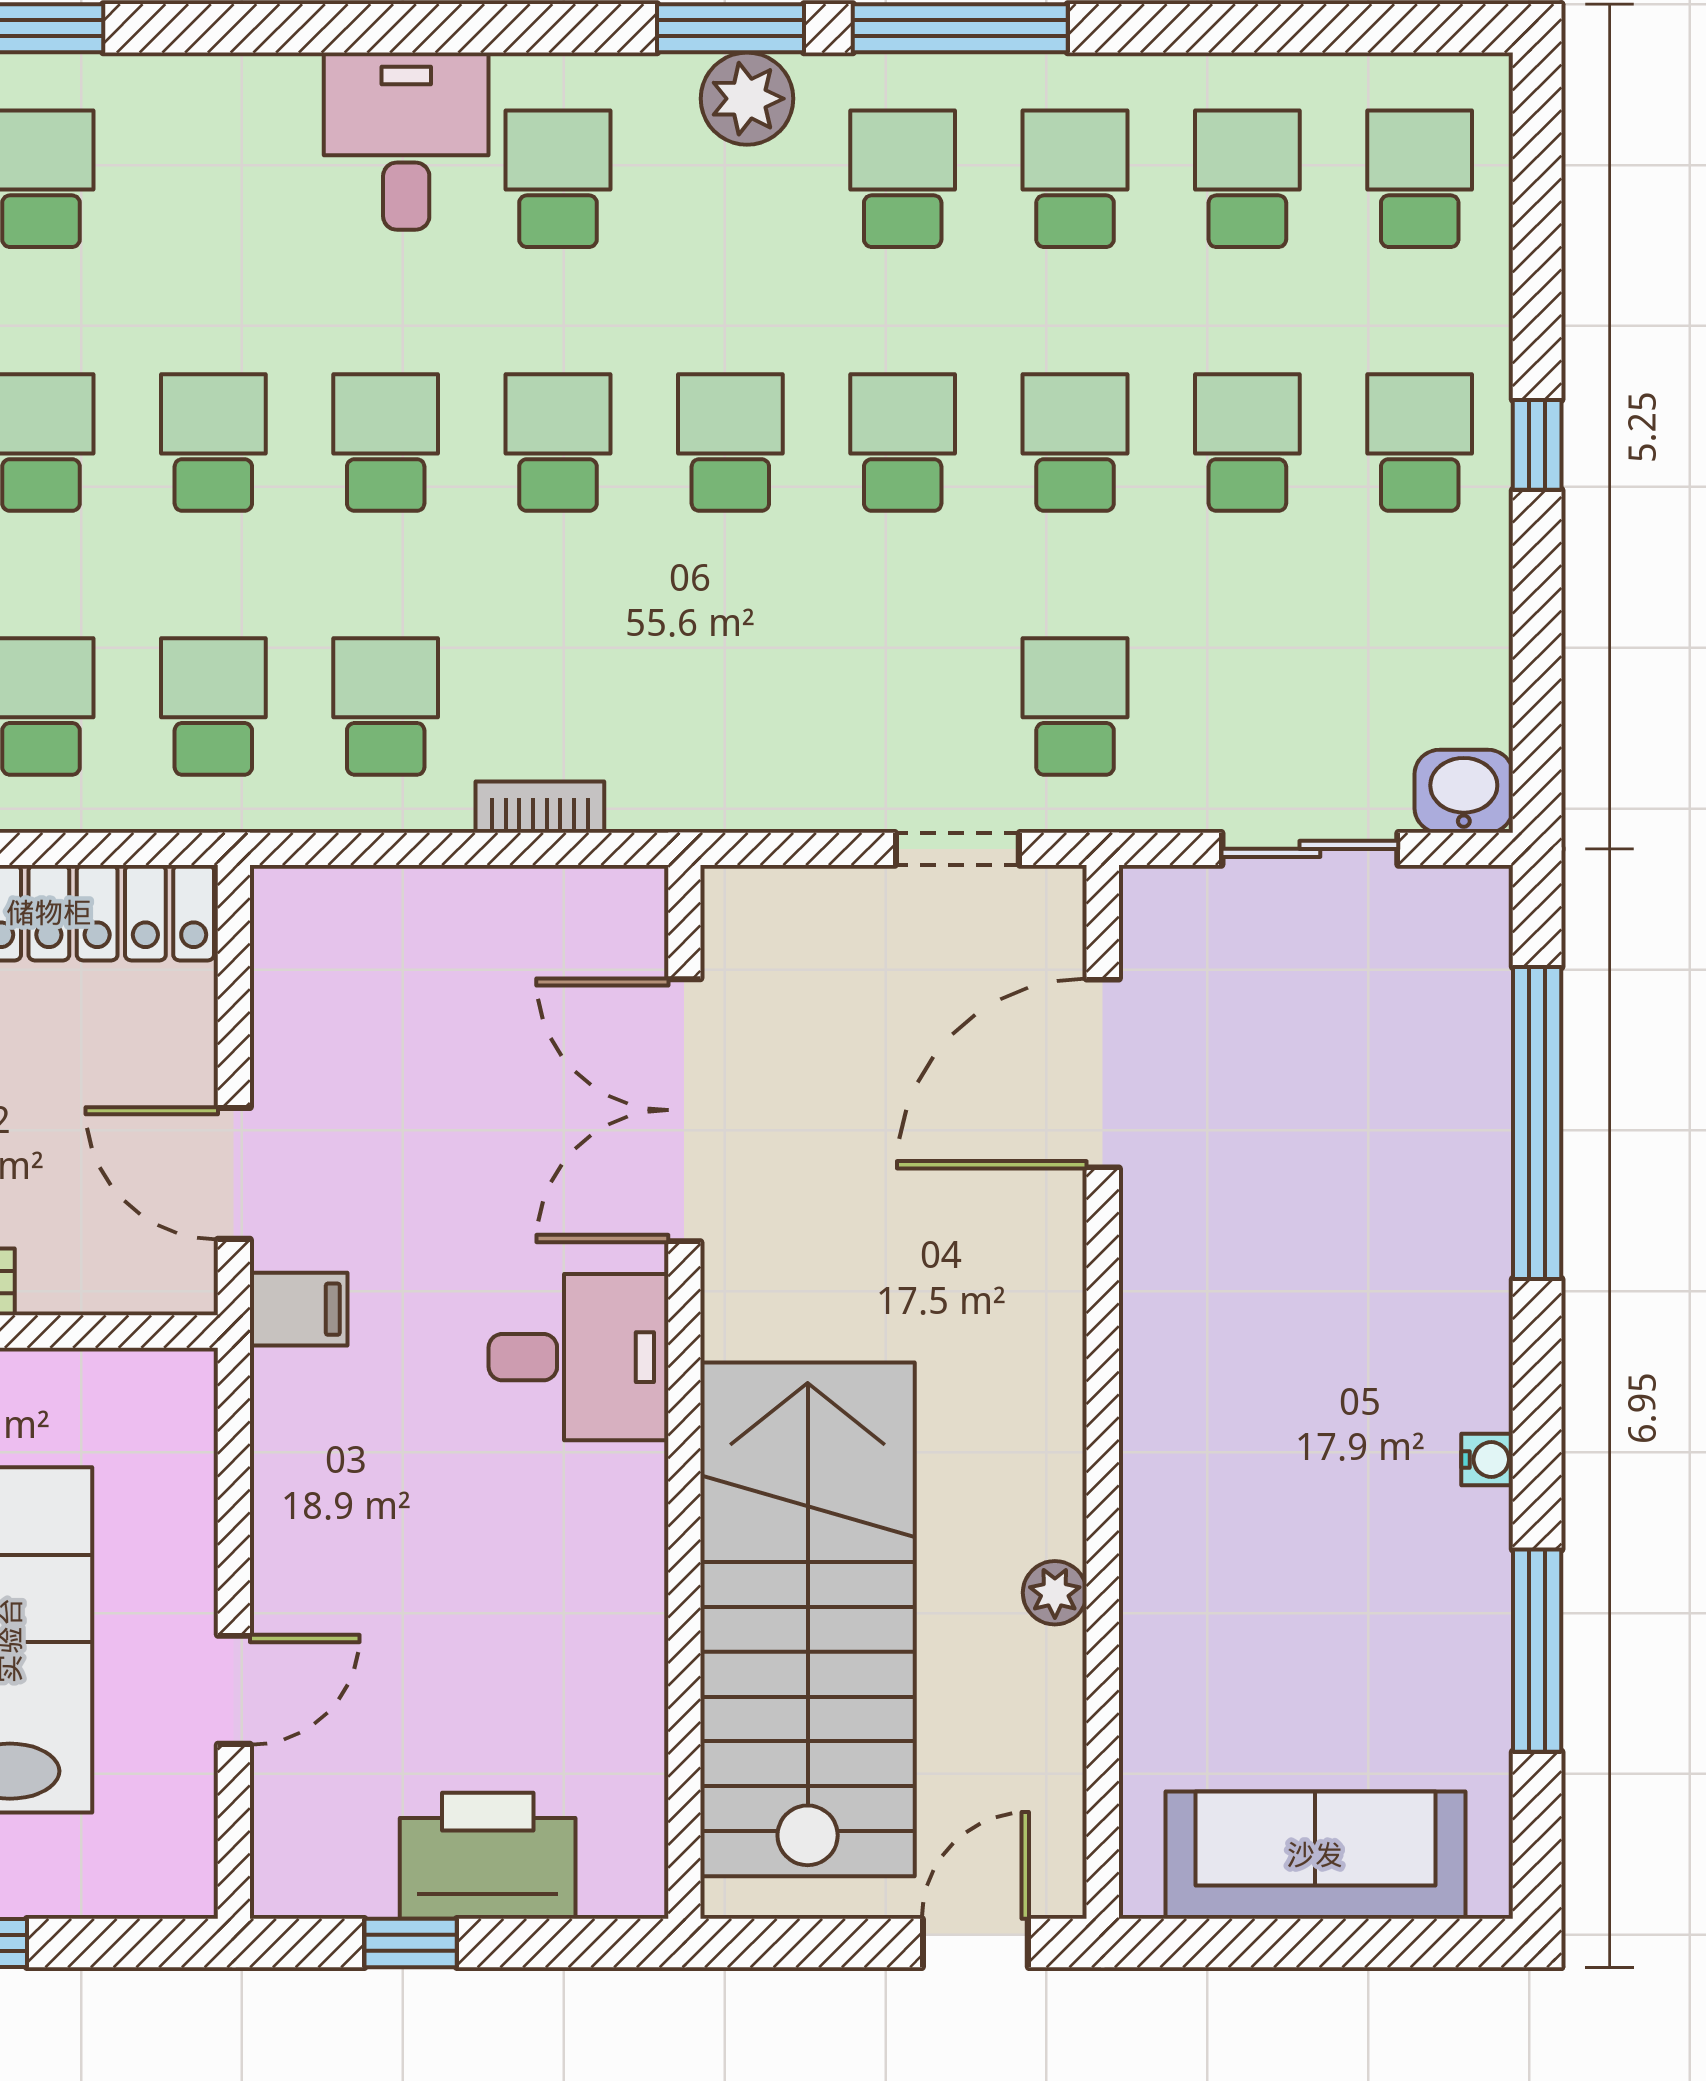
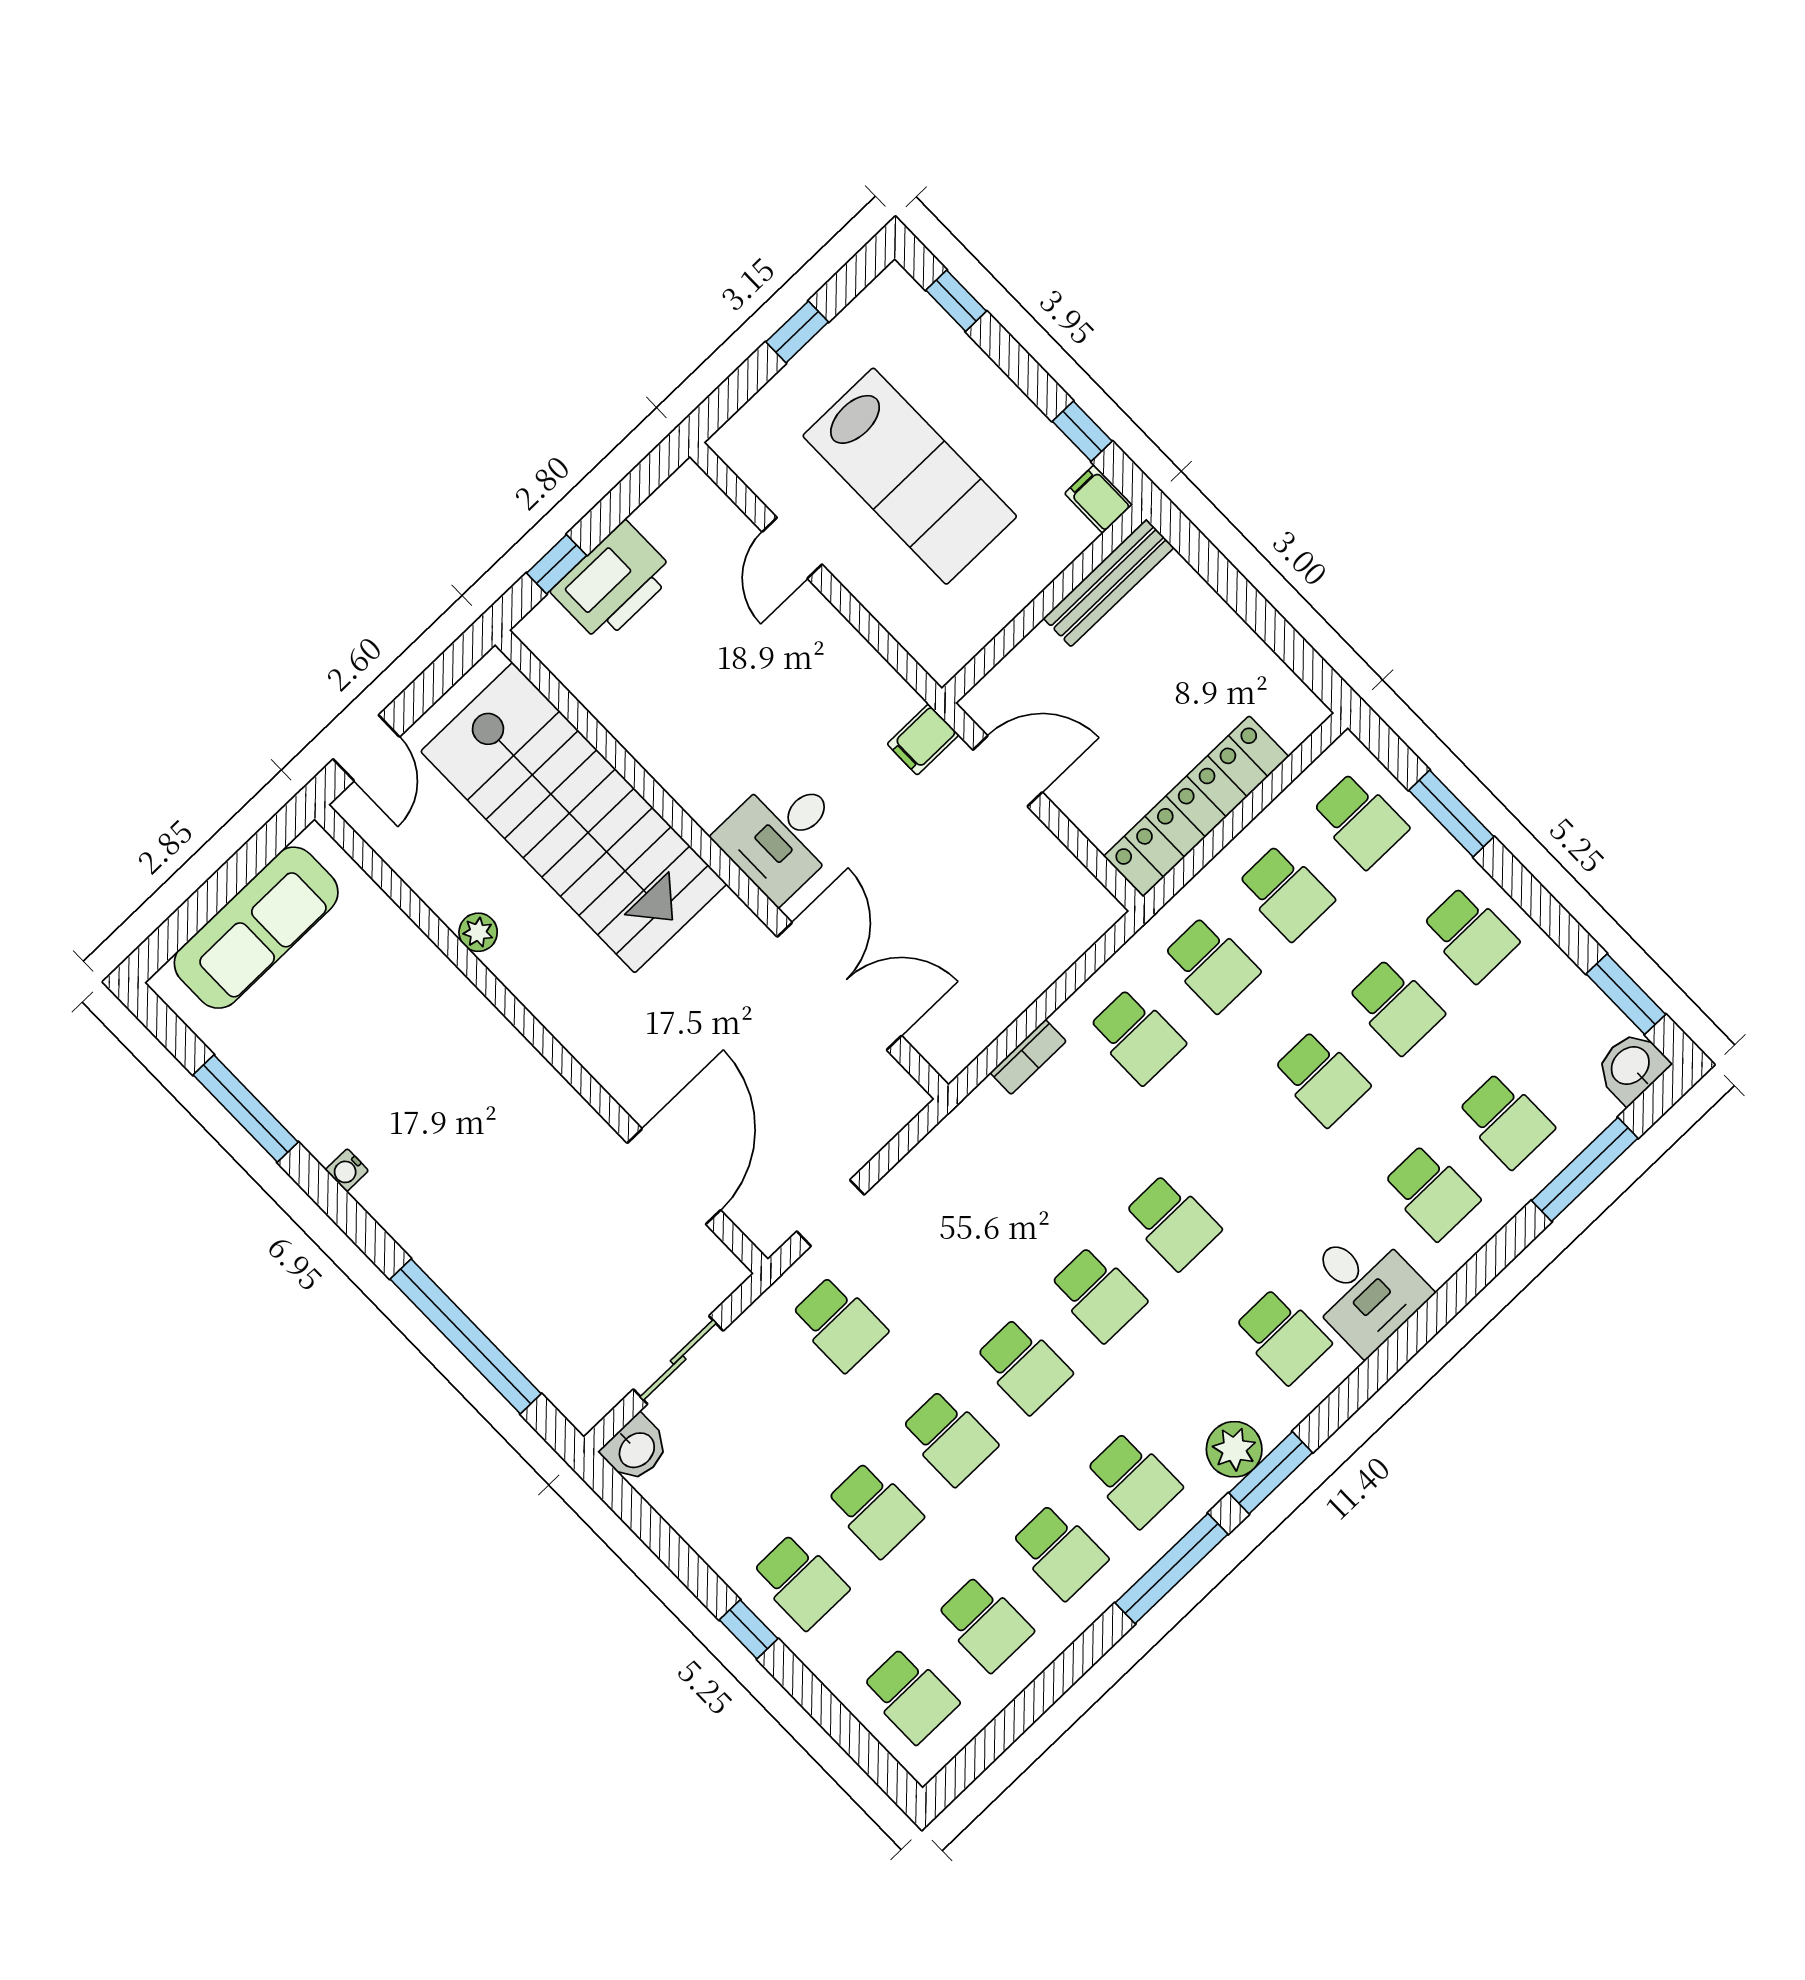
school desk: (386, 443) -> (1431, 1192), moved
window: (411, 1943) -> (557, 564), moved

